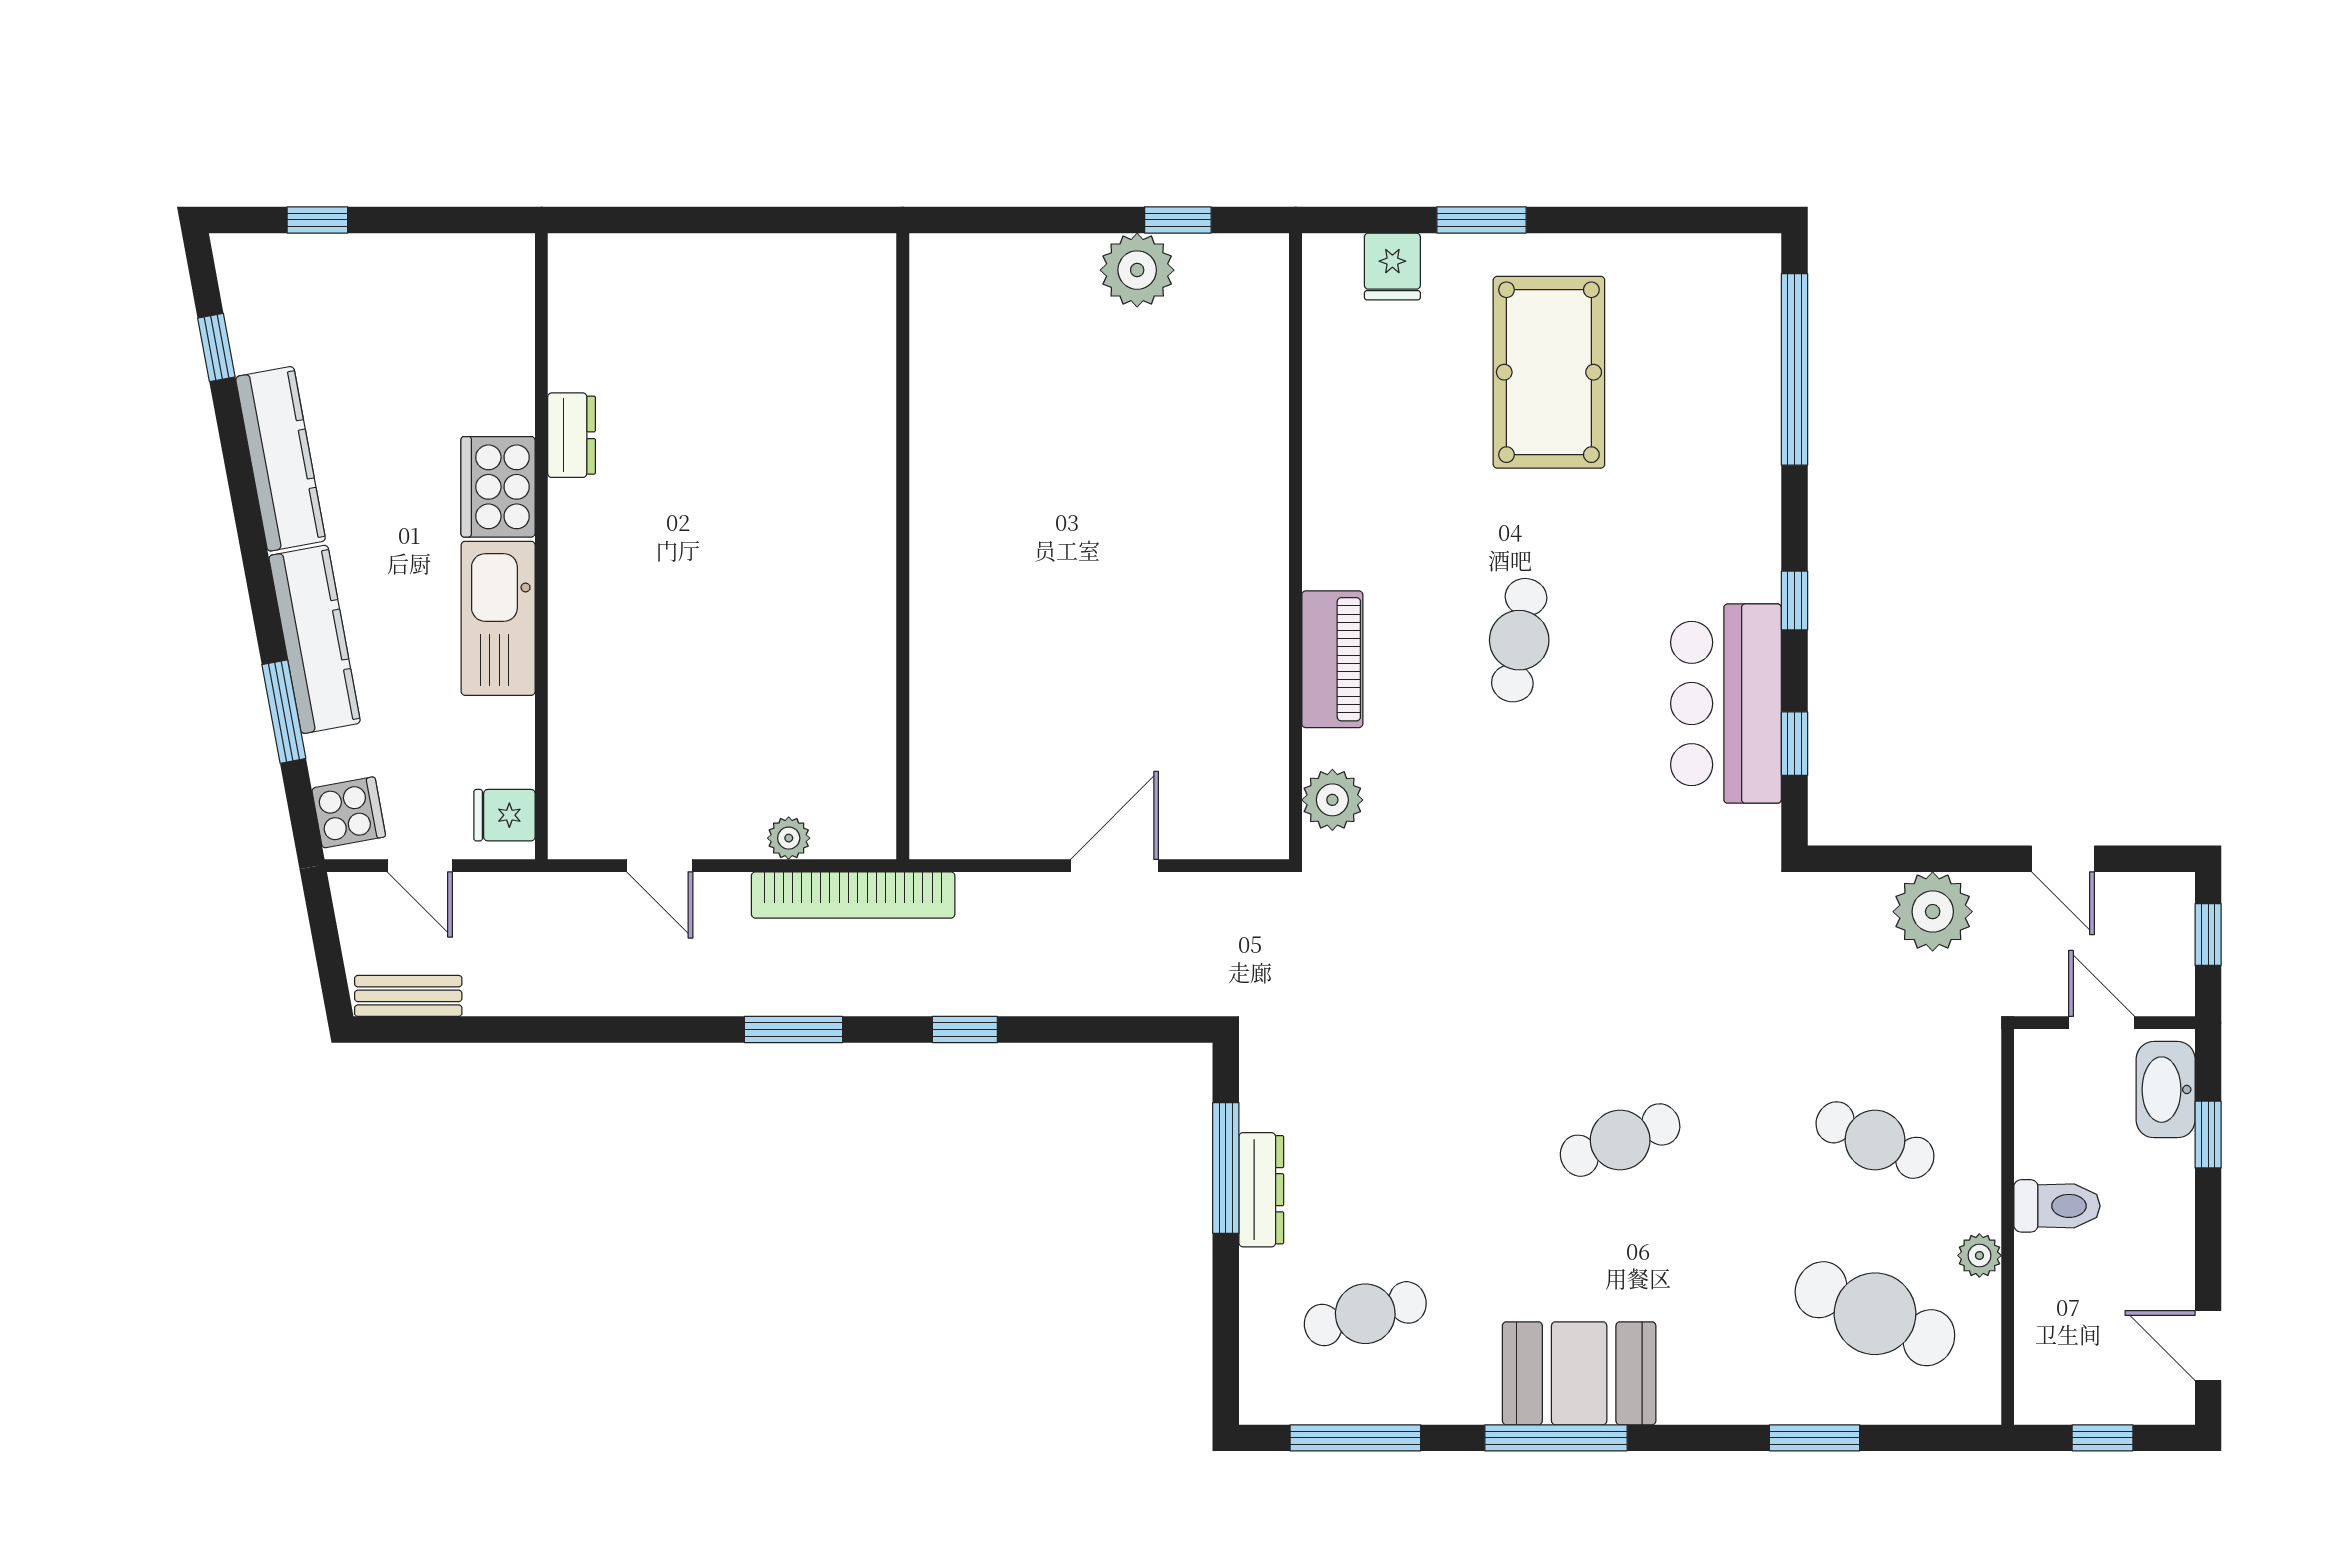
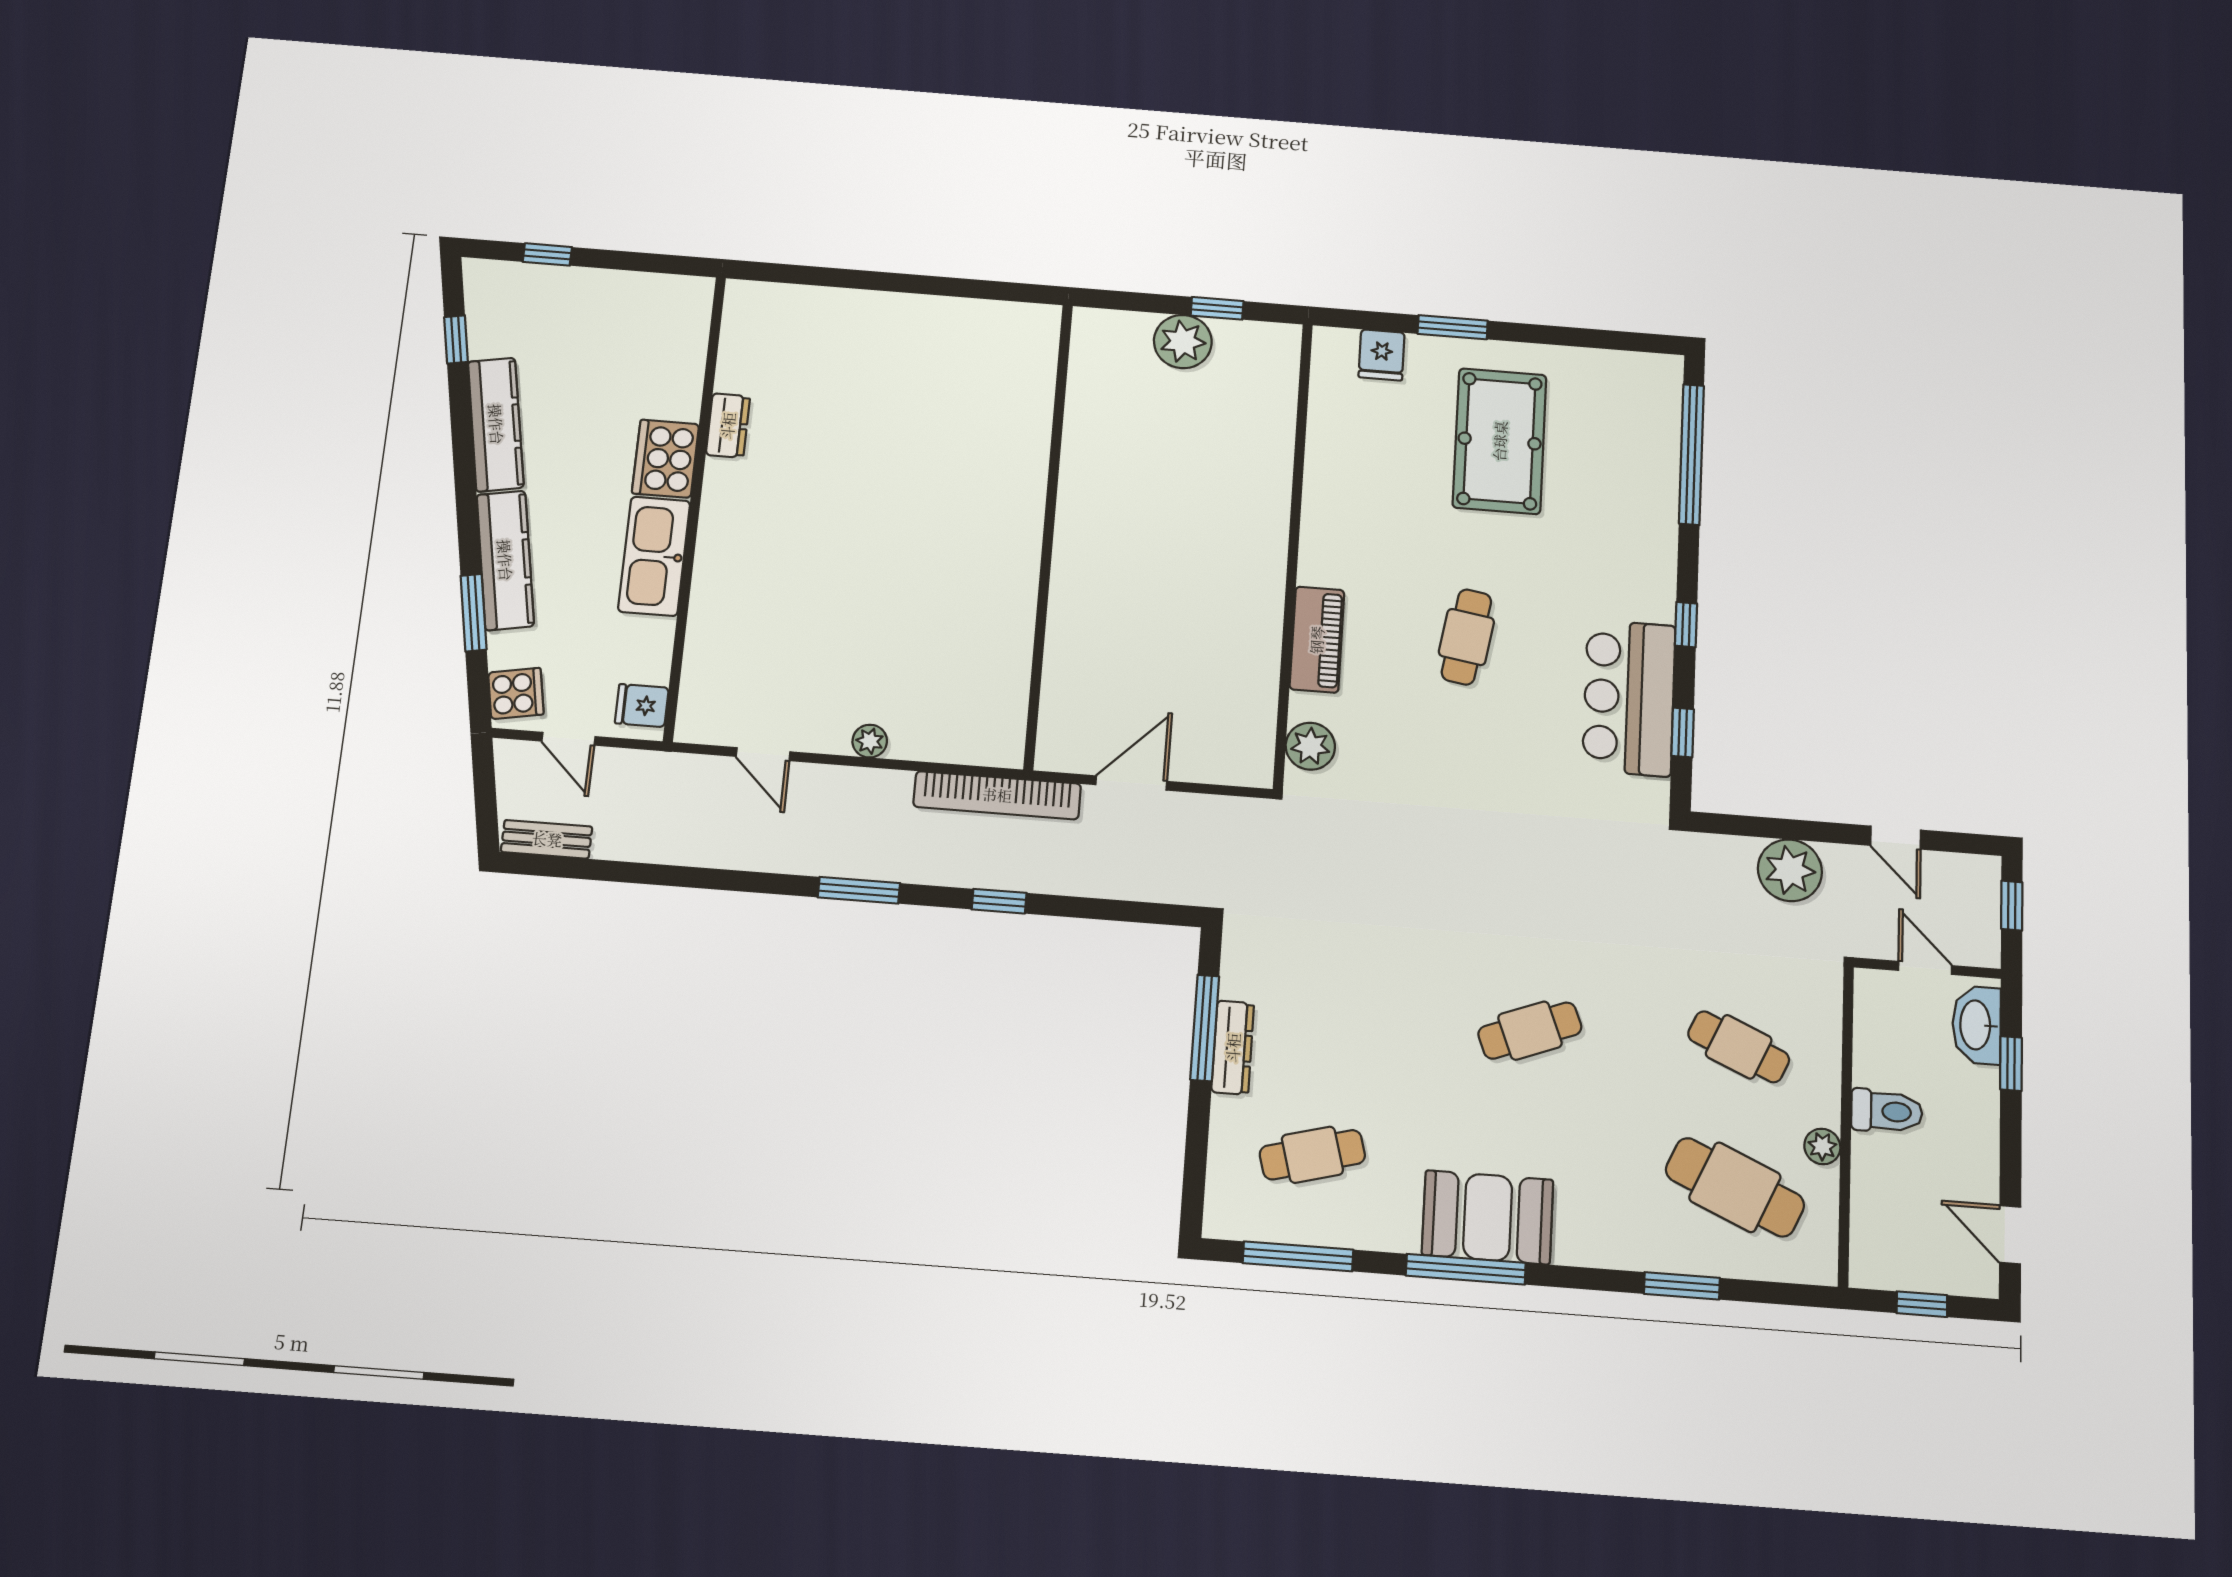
wall: (903, 546) -> (1048, 533), moved
bookcase: (853, 895) -> (997, 795), moved

